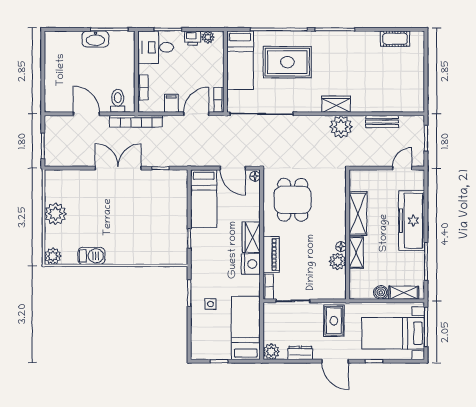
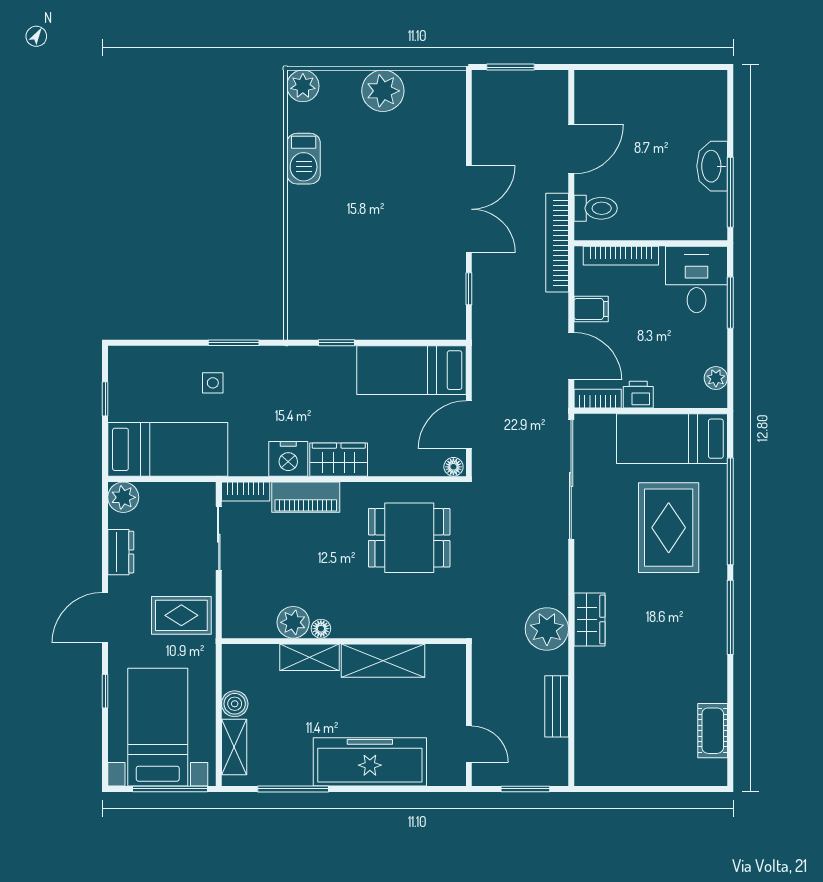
printer: (193, 38) -> (638, 395), moved, turned 90
bookcase: (143, 87) -> (621, 256), width x1.56

